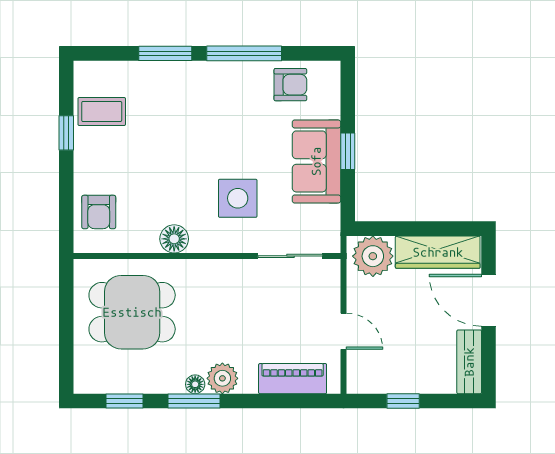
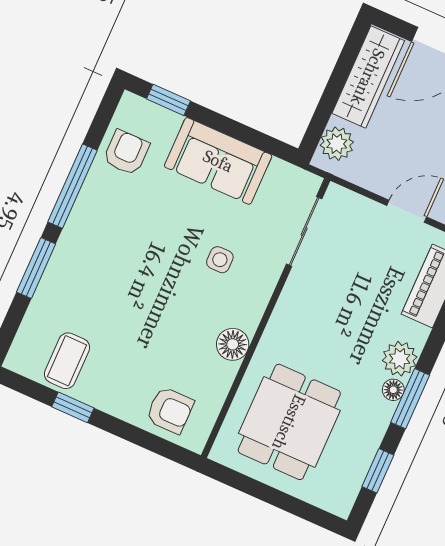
window: (348, 151) -> (168, 100), moved
side table: (238, 198) -> (220, 260), width x0.54, depth x0.54
plant: (373, 256) -> (337, 144), width x0.73, depth x0.73

